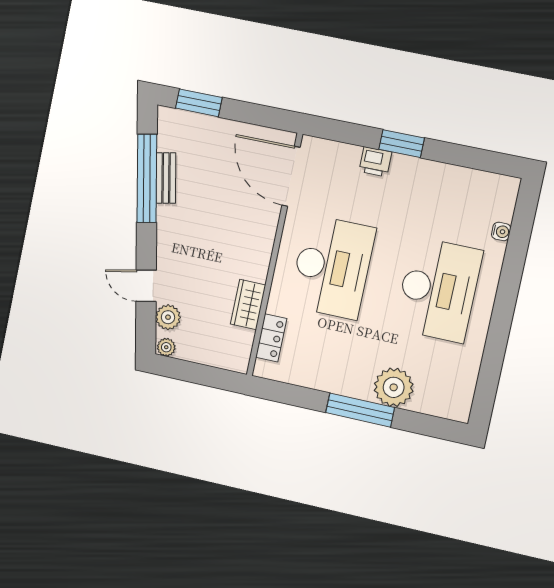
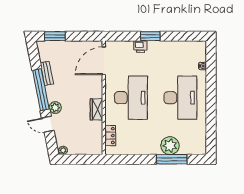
door: (291, 176) -> (104, 61), hinge flipped
window: (147, 178) -> (41, 90), moved
wardrobe: (248, 305) -> (97, 109), moved
plant: (168, 317) -> (55, 108), moved
window: (360, 410) -> (172, 159), moved

